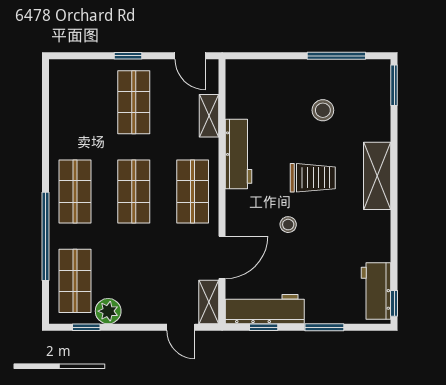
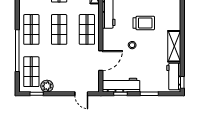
shelving: (377, 176) -> (174, 46), moved
shelving: (209, 302) -> (95, 82), removed

